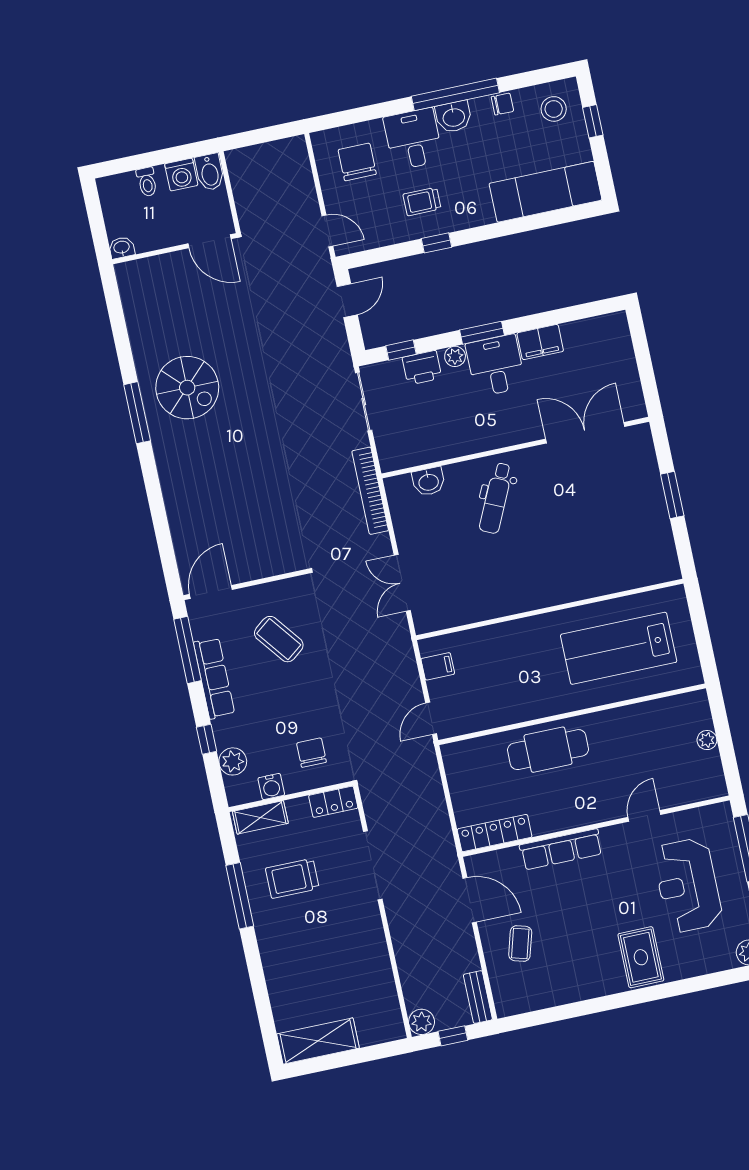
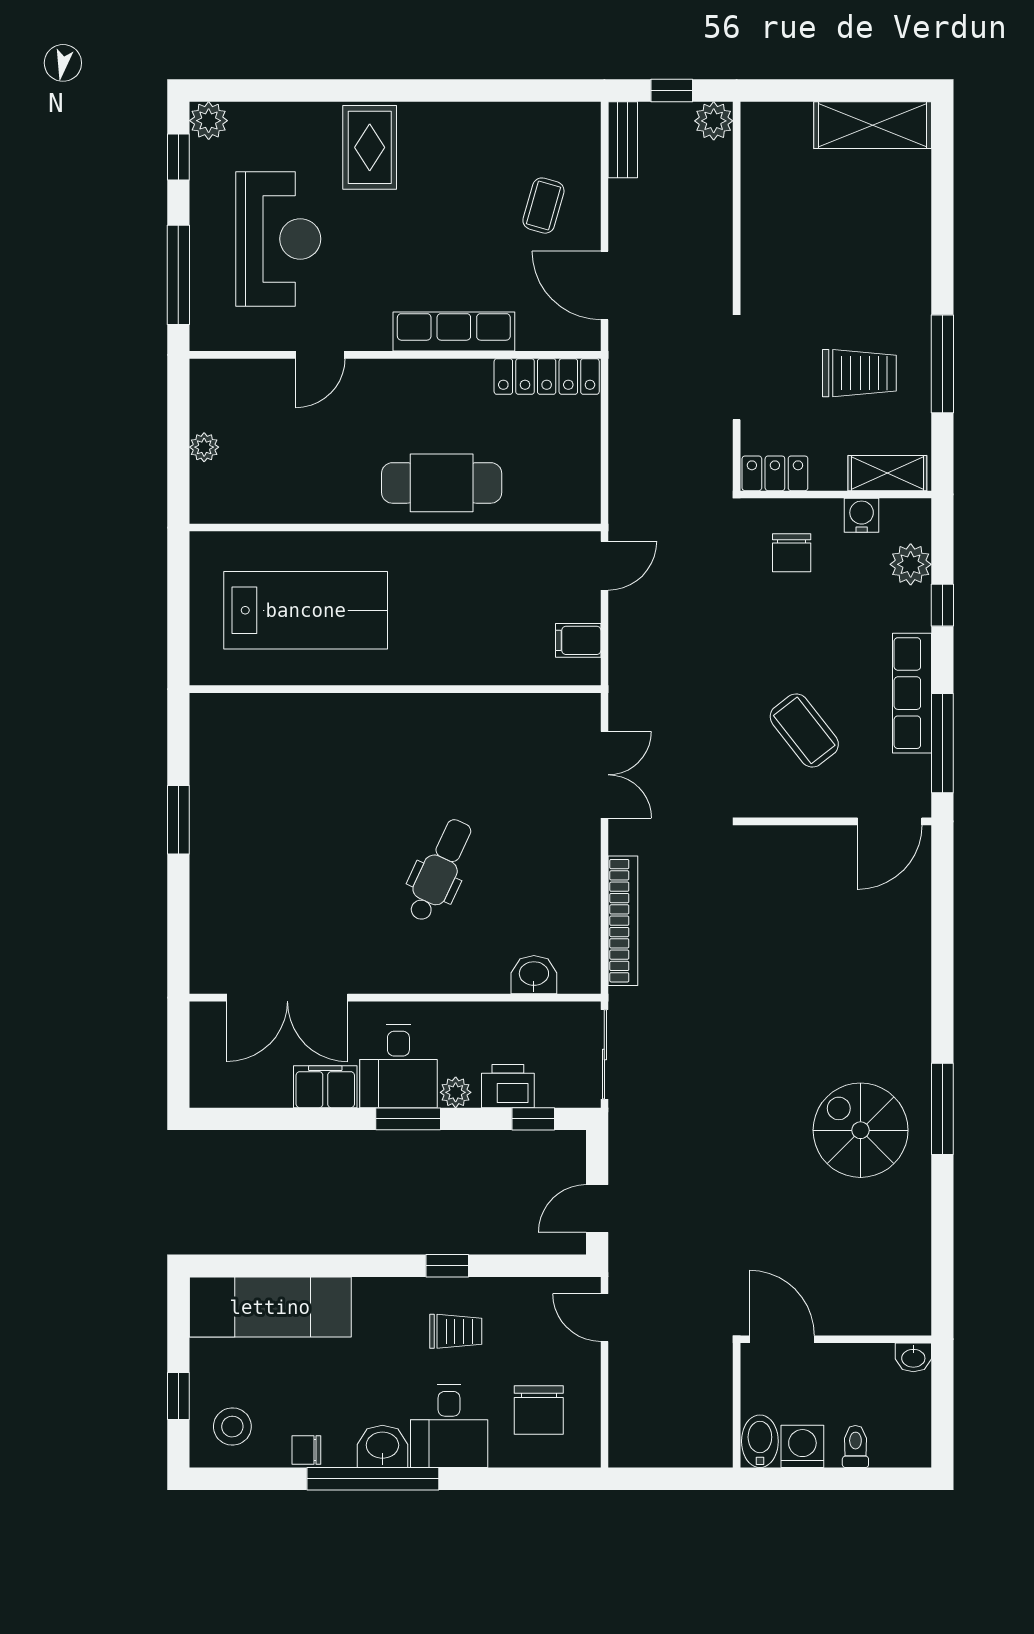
double door: (585, 433) -> (287, 998), moved
wall: (515, 448) -> (395, 998), moved
washbasin: (429, 482) -> (534, 975), moved

